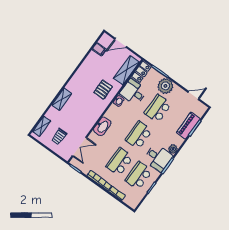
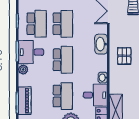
pallet: (103, 90) -> (124, 56), moved

